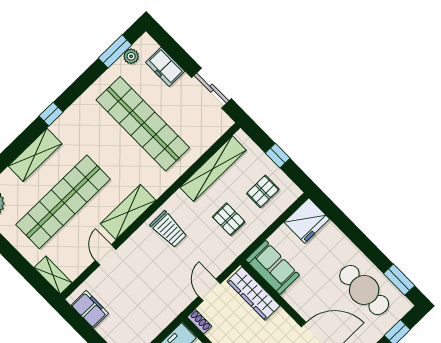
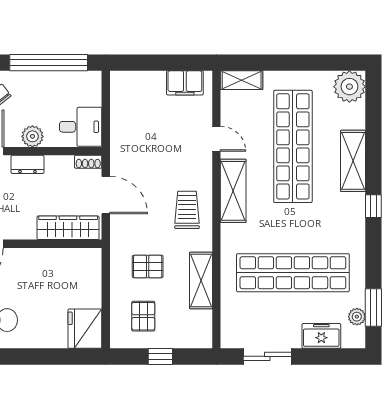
shelving: (213, 169) -> (201, 281), width x0.68
trolley: (169, 229) -> (187, 210), turned 90
sofa: (272, 267) -> (74, 264), removed
door: (210, 290) -> (106, 195), width x1.38

